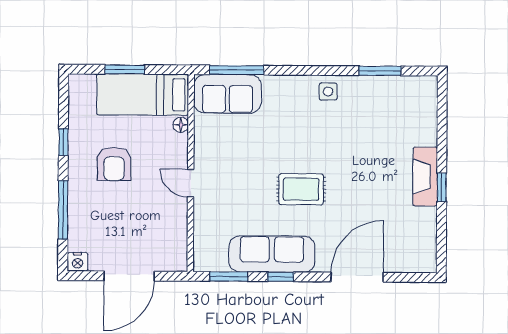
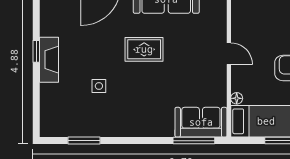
side table: (328, 91) -> (99, 86), moved

